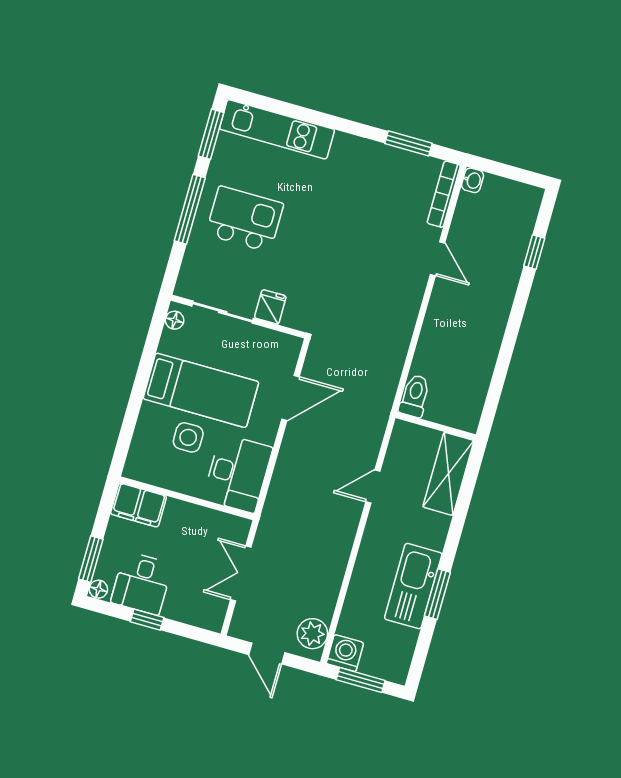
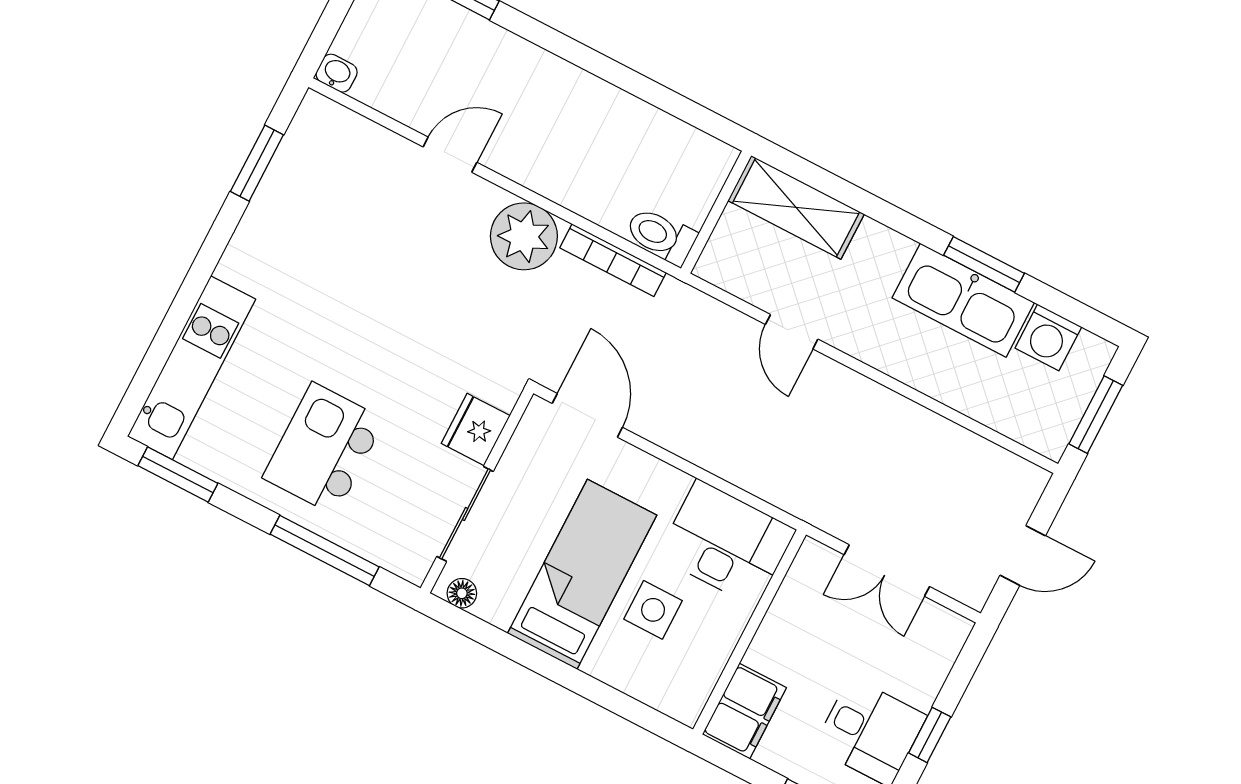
bookcase: (444, 194) -> (613, 260), moved
window: (190, 209) -> (325, 551), moved
fridge: (270, 307) -> (476, 430), width x1.38
door: (290, 398) -> (587, 415), moved
plant: (312, 634) -> (524, 236), moved, width x1.36, depth x1.36
washing machine: (345, 653) -> (1048, 337), moved, turned -90

